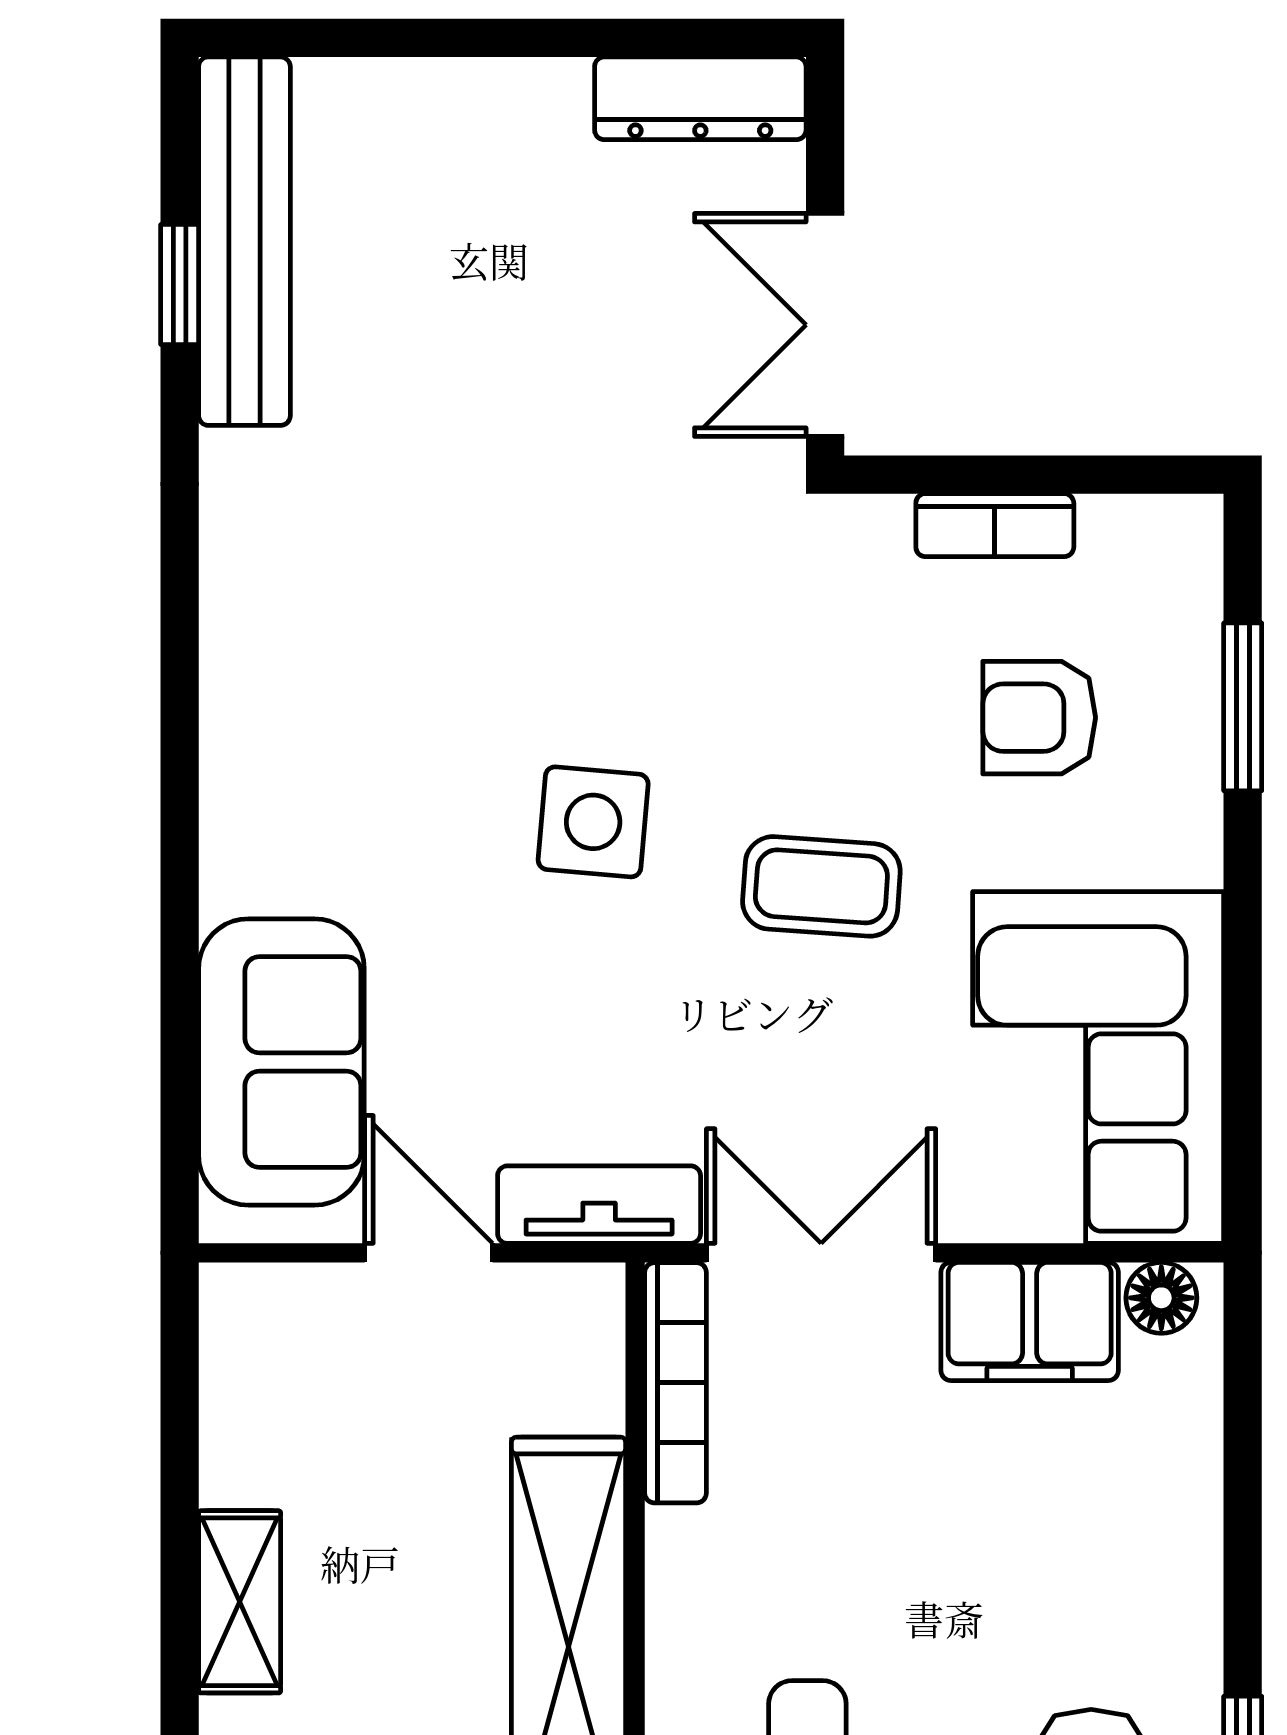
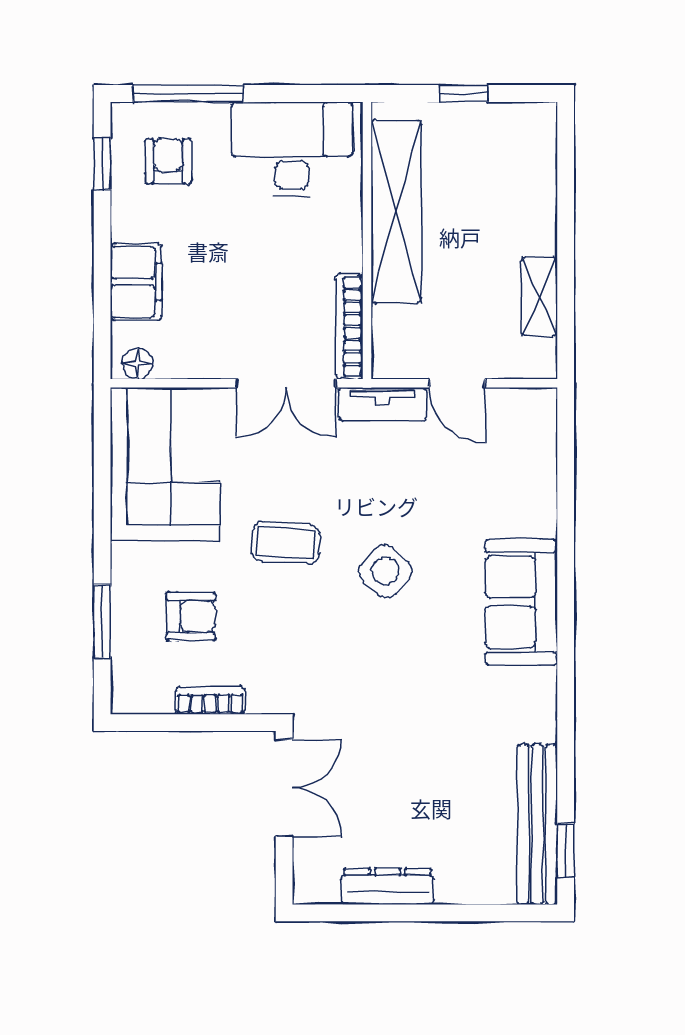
dresser: (700, 98) -> (388, 887), moved
window: (180, 284) -> (566, 851), moved
side table: (593, 822) -> (385, 571), turned 36
sofa: (281, 1062) -> (521, 602), moved
filing cabinet: (1030, 1321) -> (136, 282), moved, turned 90
shelving: (240, 1602) -> (539, 296), moved

